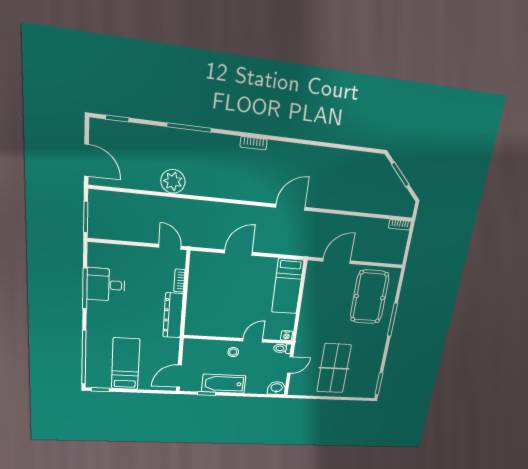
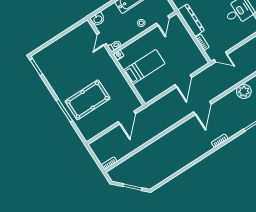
door: (290, 207) -> (202, 108), moved
bed: (288, 286) -> (144, 67), moved, turned 90
pool table: (370, 297) -> (88, 100), moved, turned 90
door: (253, 340) -> (163, 21), moved
table tennis table: (334, 368) -> (73, 56), removed

